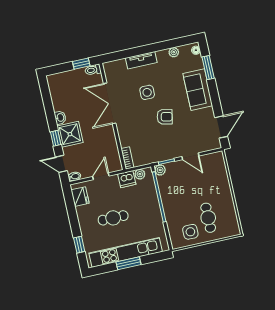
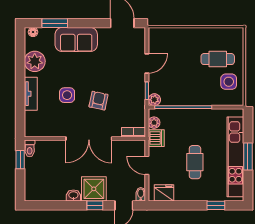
plant: (174, 52) -> (35, 61), width x1.88, depth x1.88
double door: (110, 103) -> (89, 138), moved
armchair: (165, 117) -> (98, 101), moved

